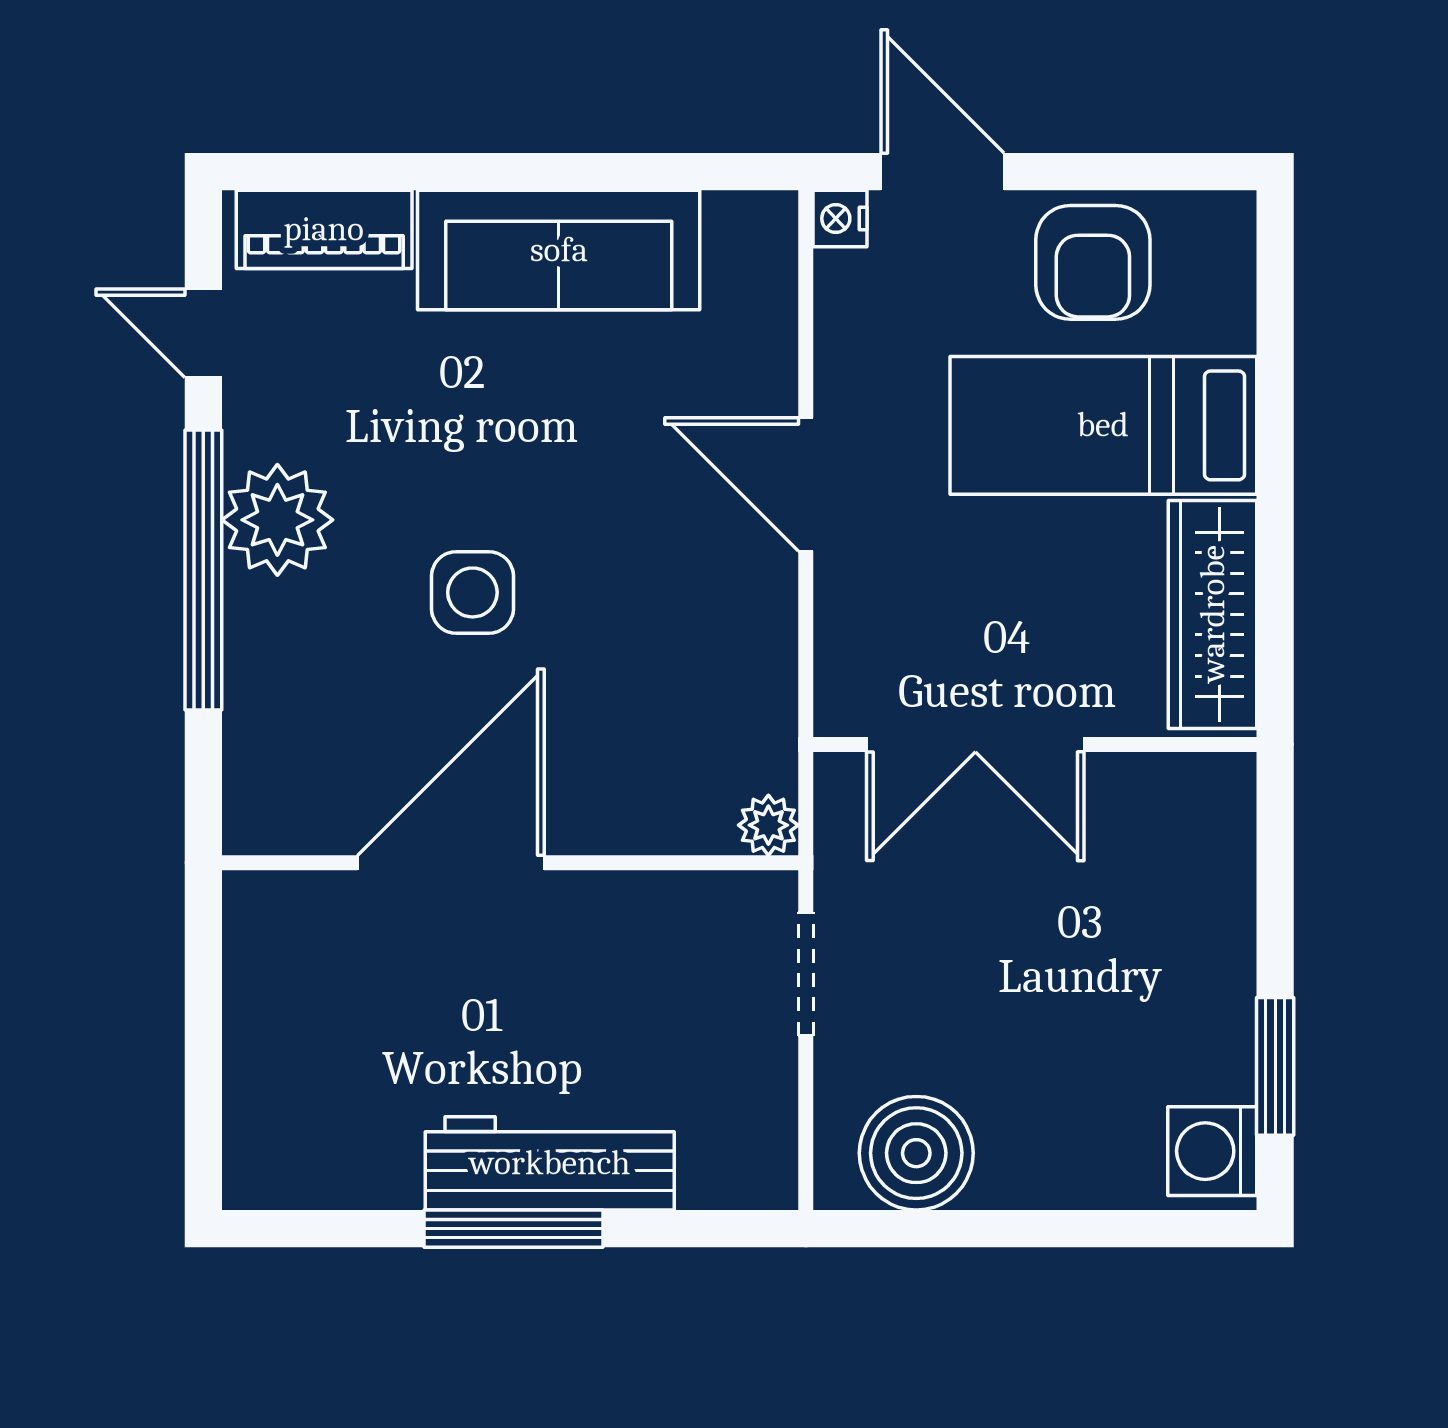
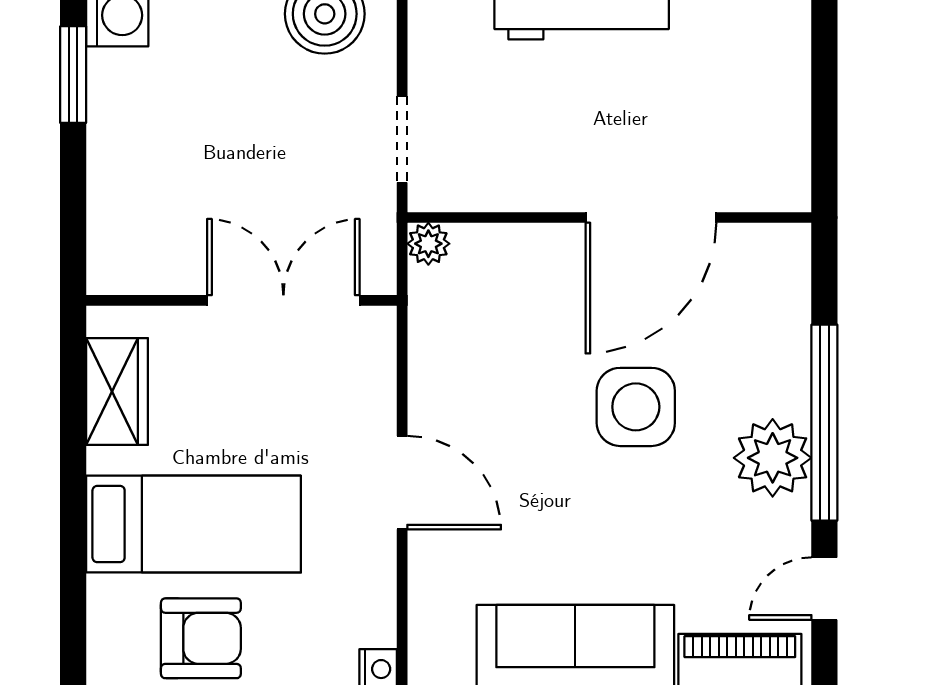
armchair: (1093, 262) -> (201, 638), turned 90
door: (203, 333) -> (824, 589), swing flipped
side table: (472, 592) -> (636, 407), width x1.37, depth x1.37
wardrobe: (1213, 614) -> (117, 392), width x0.67

